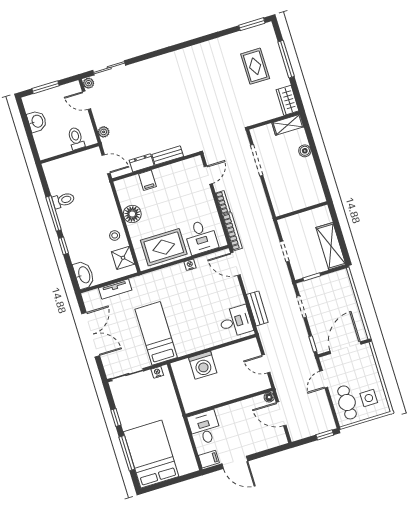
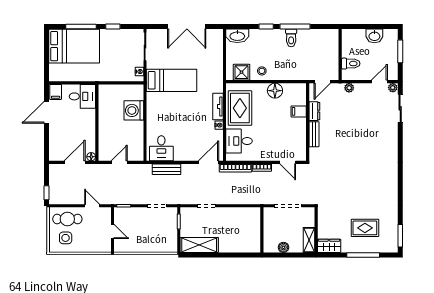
toilet: (63, 200) -> (291, 38), moved
wall: (302, 211) -> (262, 230), moved
tv unit: (115, 289) -> (218, 107), moved
door: (346, 348) -> (112, 231), width x0.53

